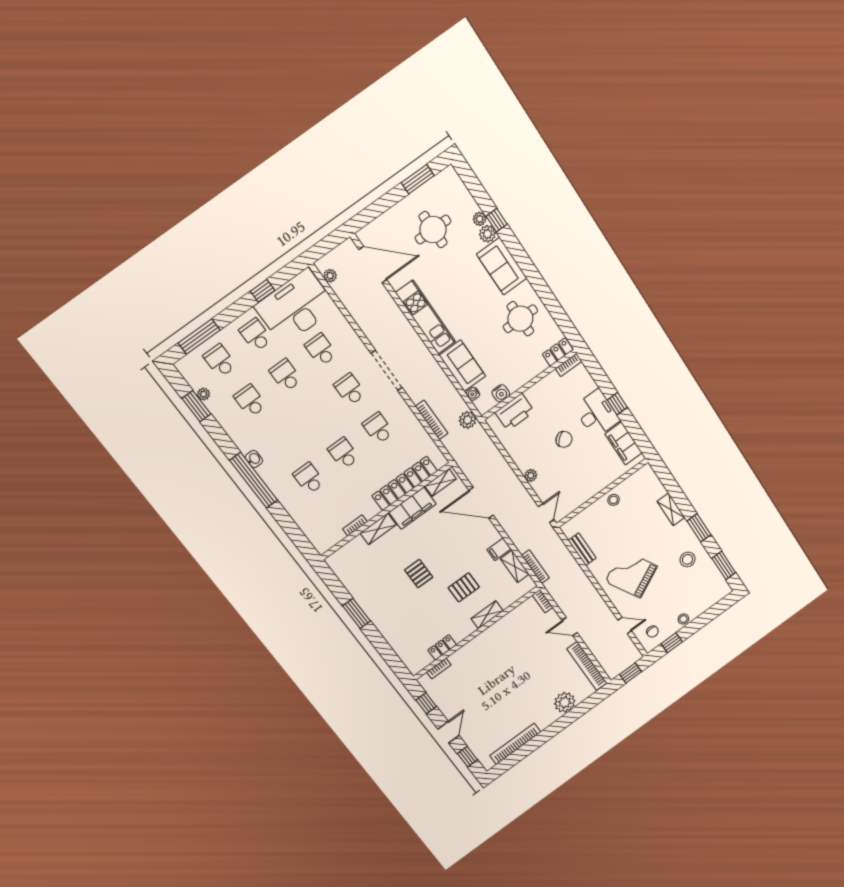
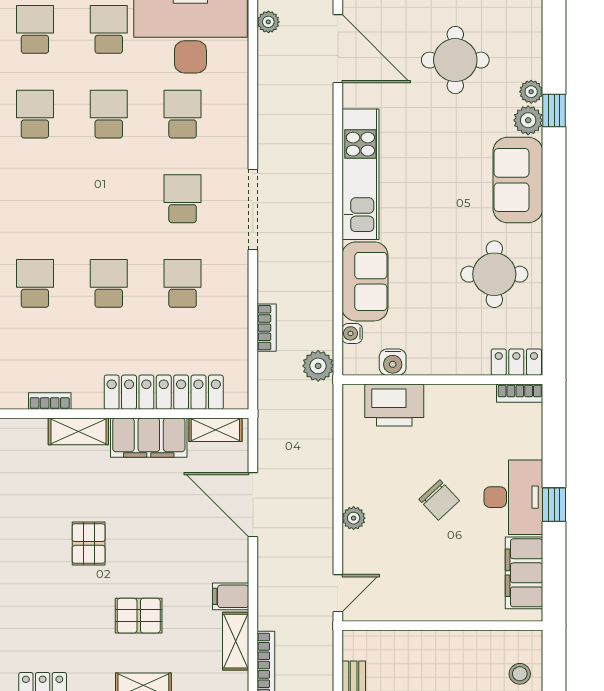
bookcase: (432, 420) -> (267, 328), width x0.64
stool: (613, 500) -> (520, 674), moved

